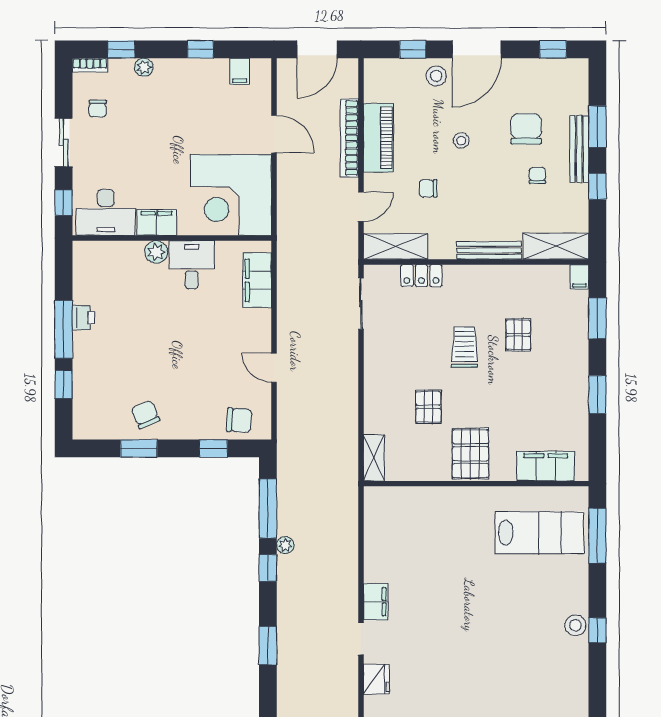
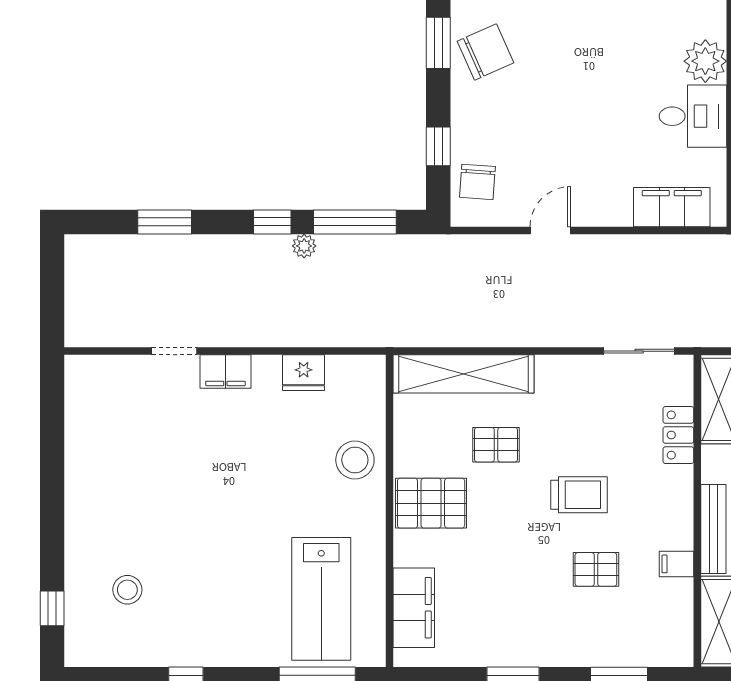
plant: (156, 252) -> (705, 61), width x1.36, depth x1.36
filing cabinet: (579, 277) -> (677, 564), moved
chair: (145, 414) -> (485, 52), width x1.37, depth x1.37
shelving: (374, 458) -> (464, 374), width x2.20, depth x1.33
stool: (439, 508) -> (355, 460), added
stool: (575, 625) -> (127, 590), moved
fridge: (376, 679) -> (304, 373), moved

